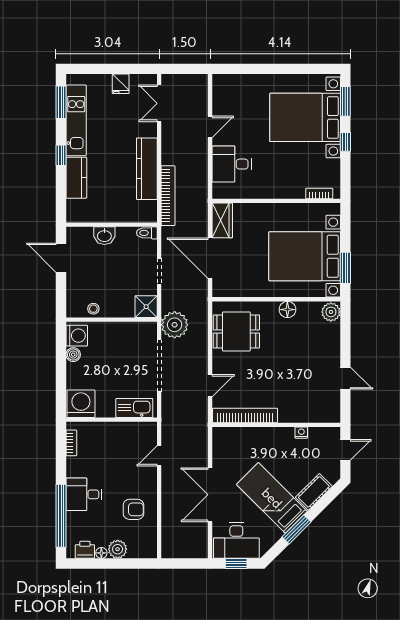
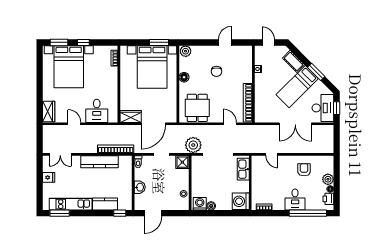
wardrobe: (230, 84) -> (49, 112), added
window: (61, 155) -> (120, 213), moved
chair: (297, 363) -> (216, 71), added

